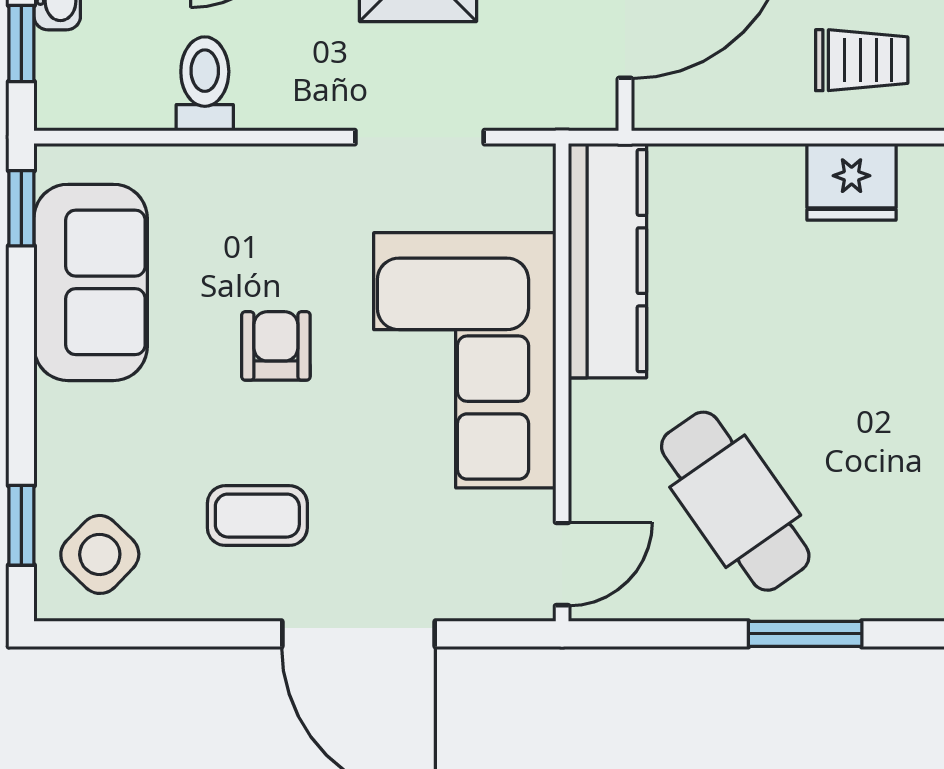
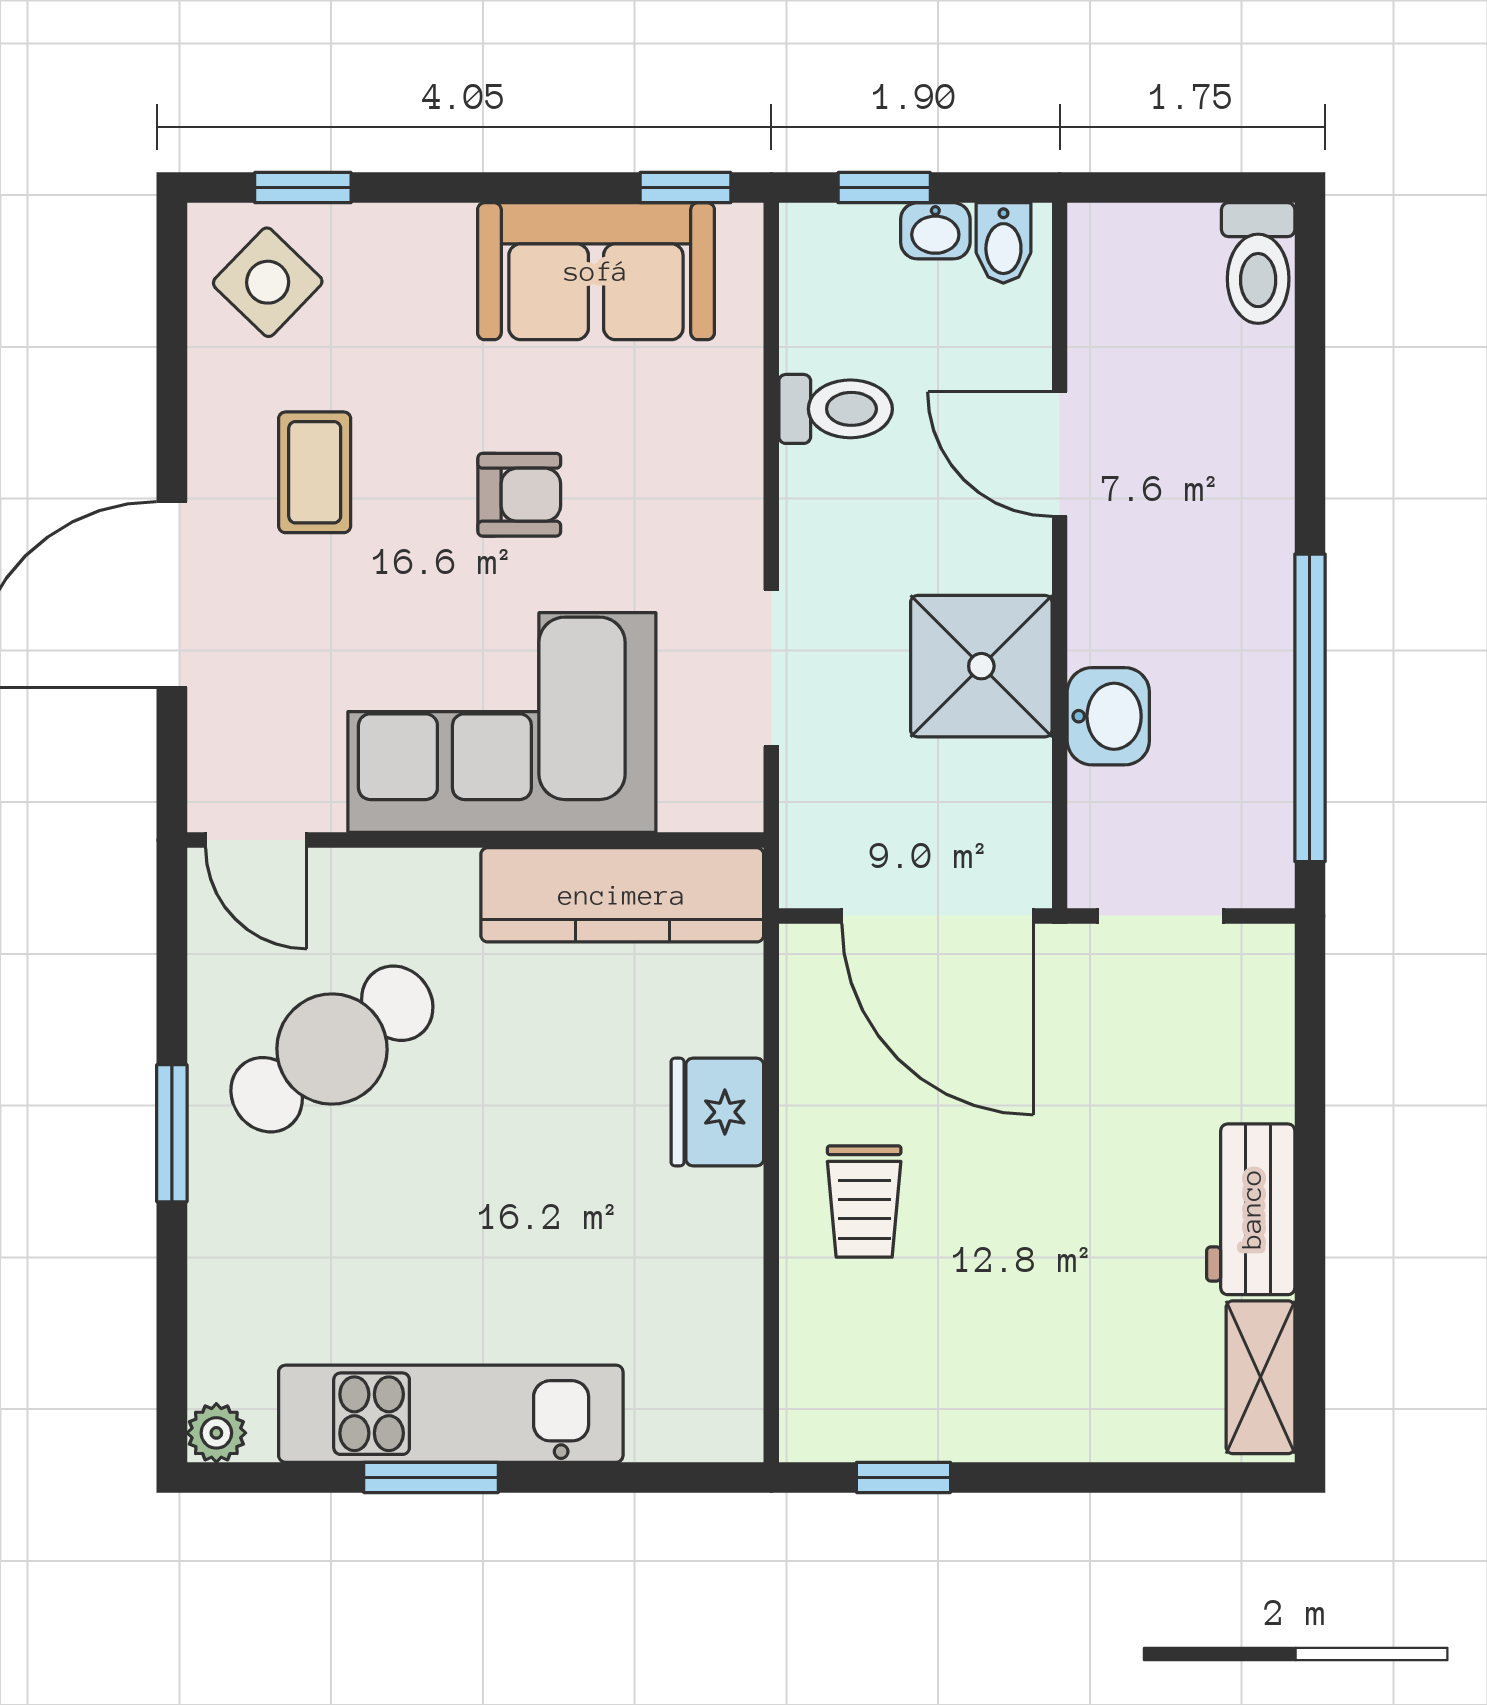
fridge: (852, 182) -> (717, 1112), moved

